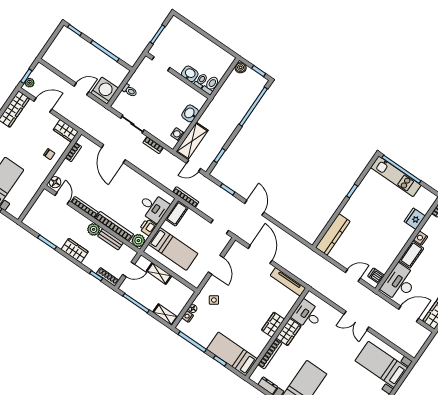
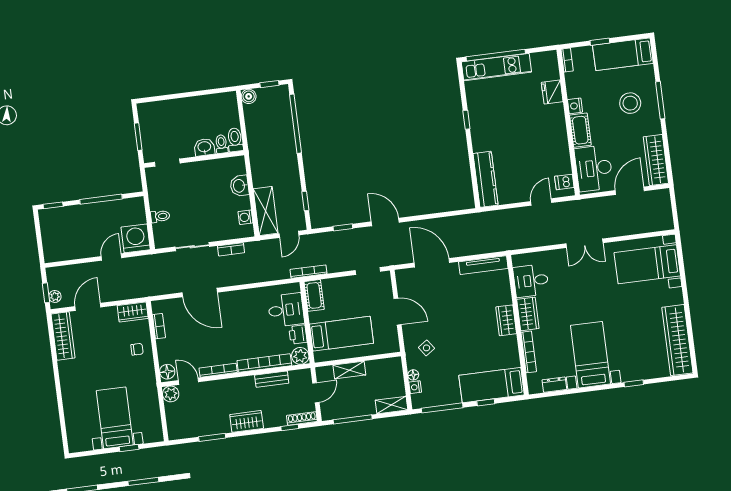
plant: (94, 229) -> (171, 394), moved

